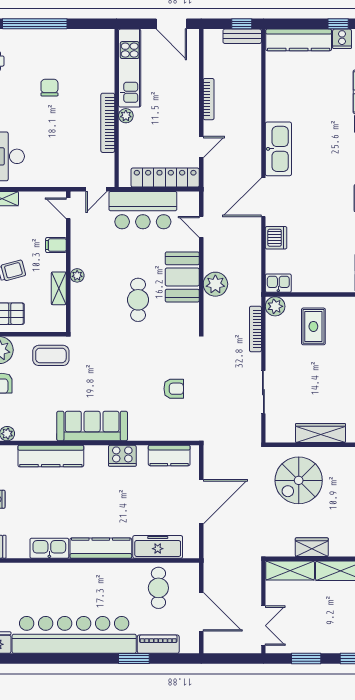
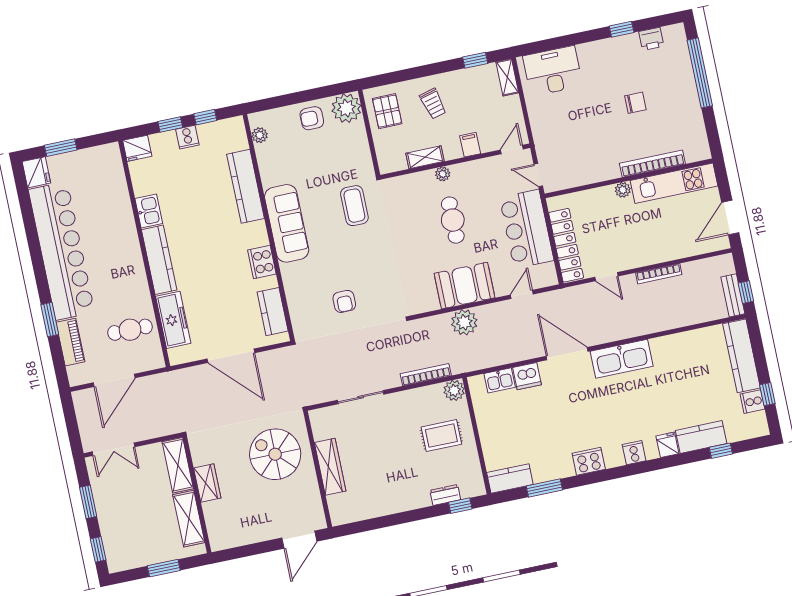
bookcase: (108, 123) -> (652, 164), moved
kitchen sink: (278, 283) -> (500, 380), moved, turned 90
cafe table: (138, 300) -> (453, 220), moved, turned 90
coffee table: (51, 355) -> (354, 206), moved
kitchen sink: (49, 548) -> (149, 211), width x0.73

